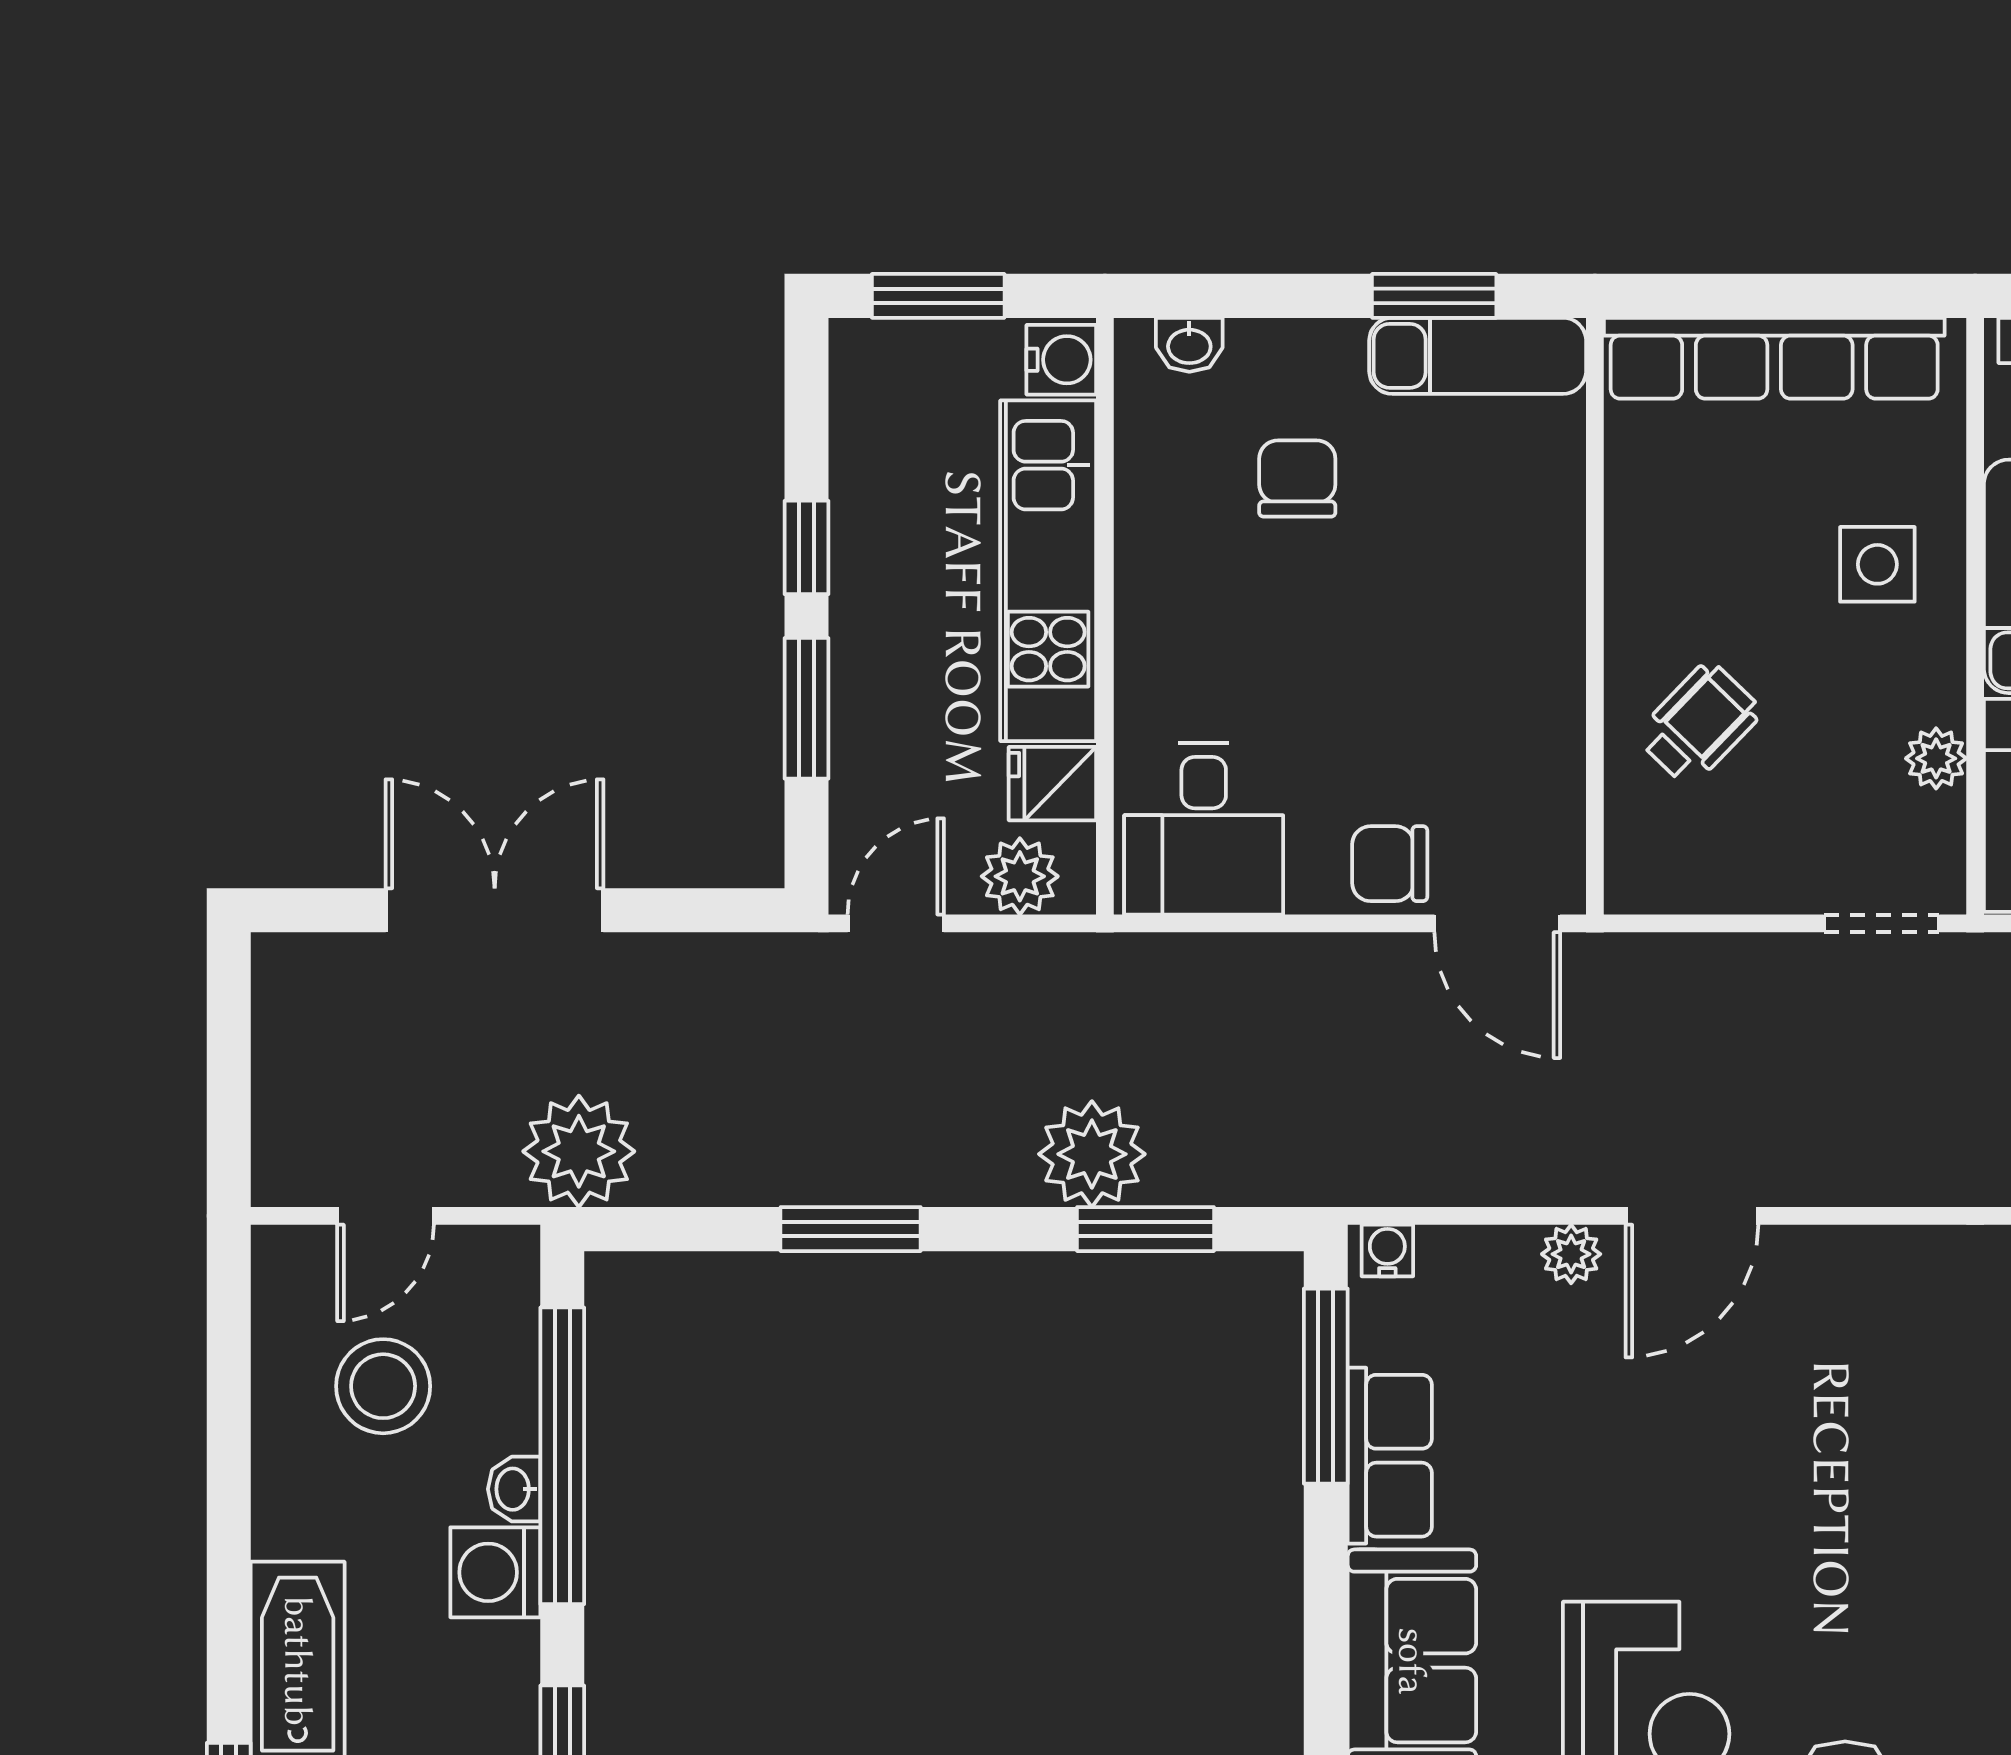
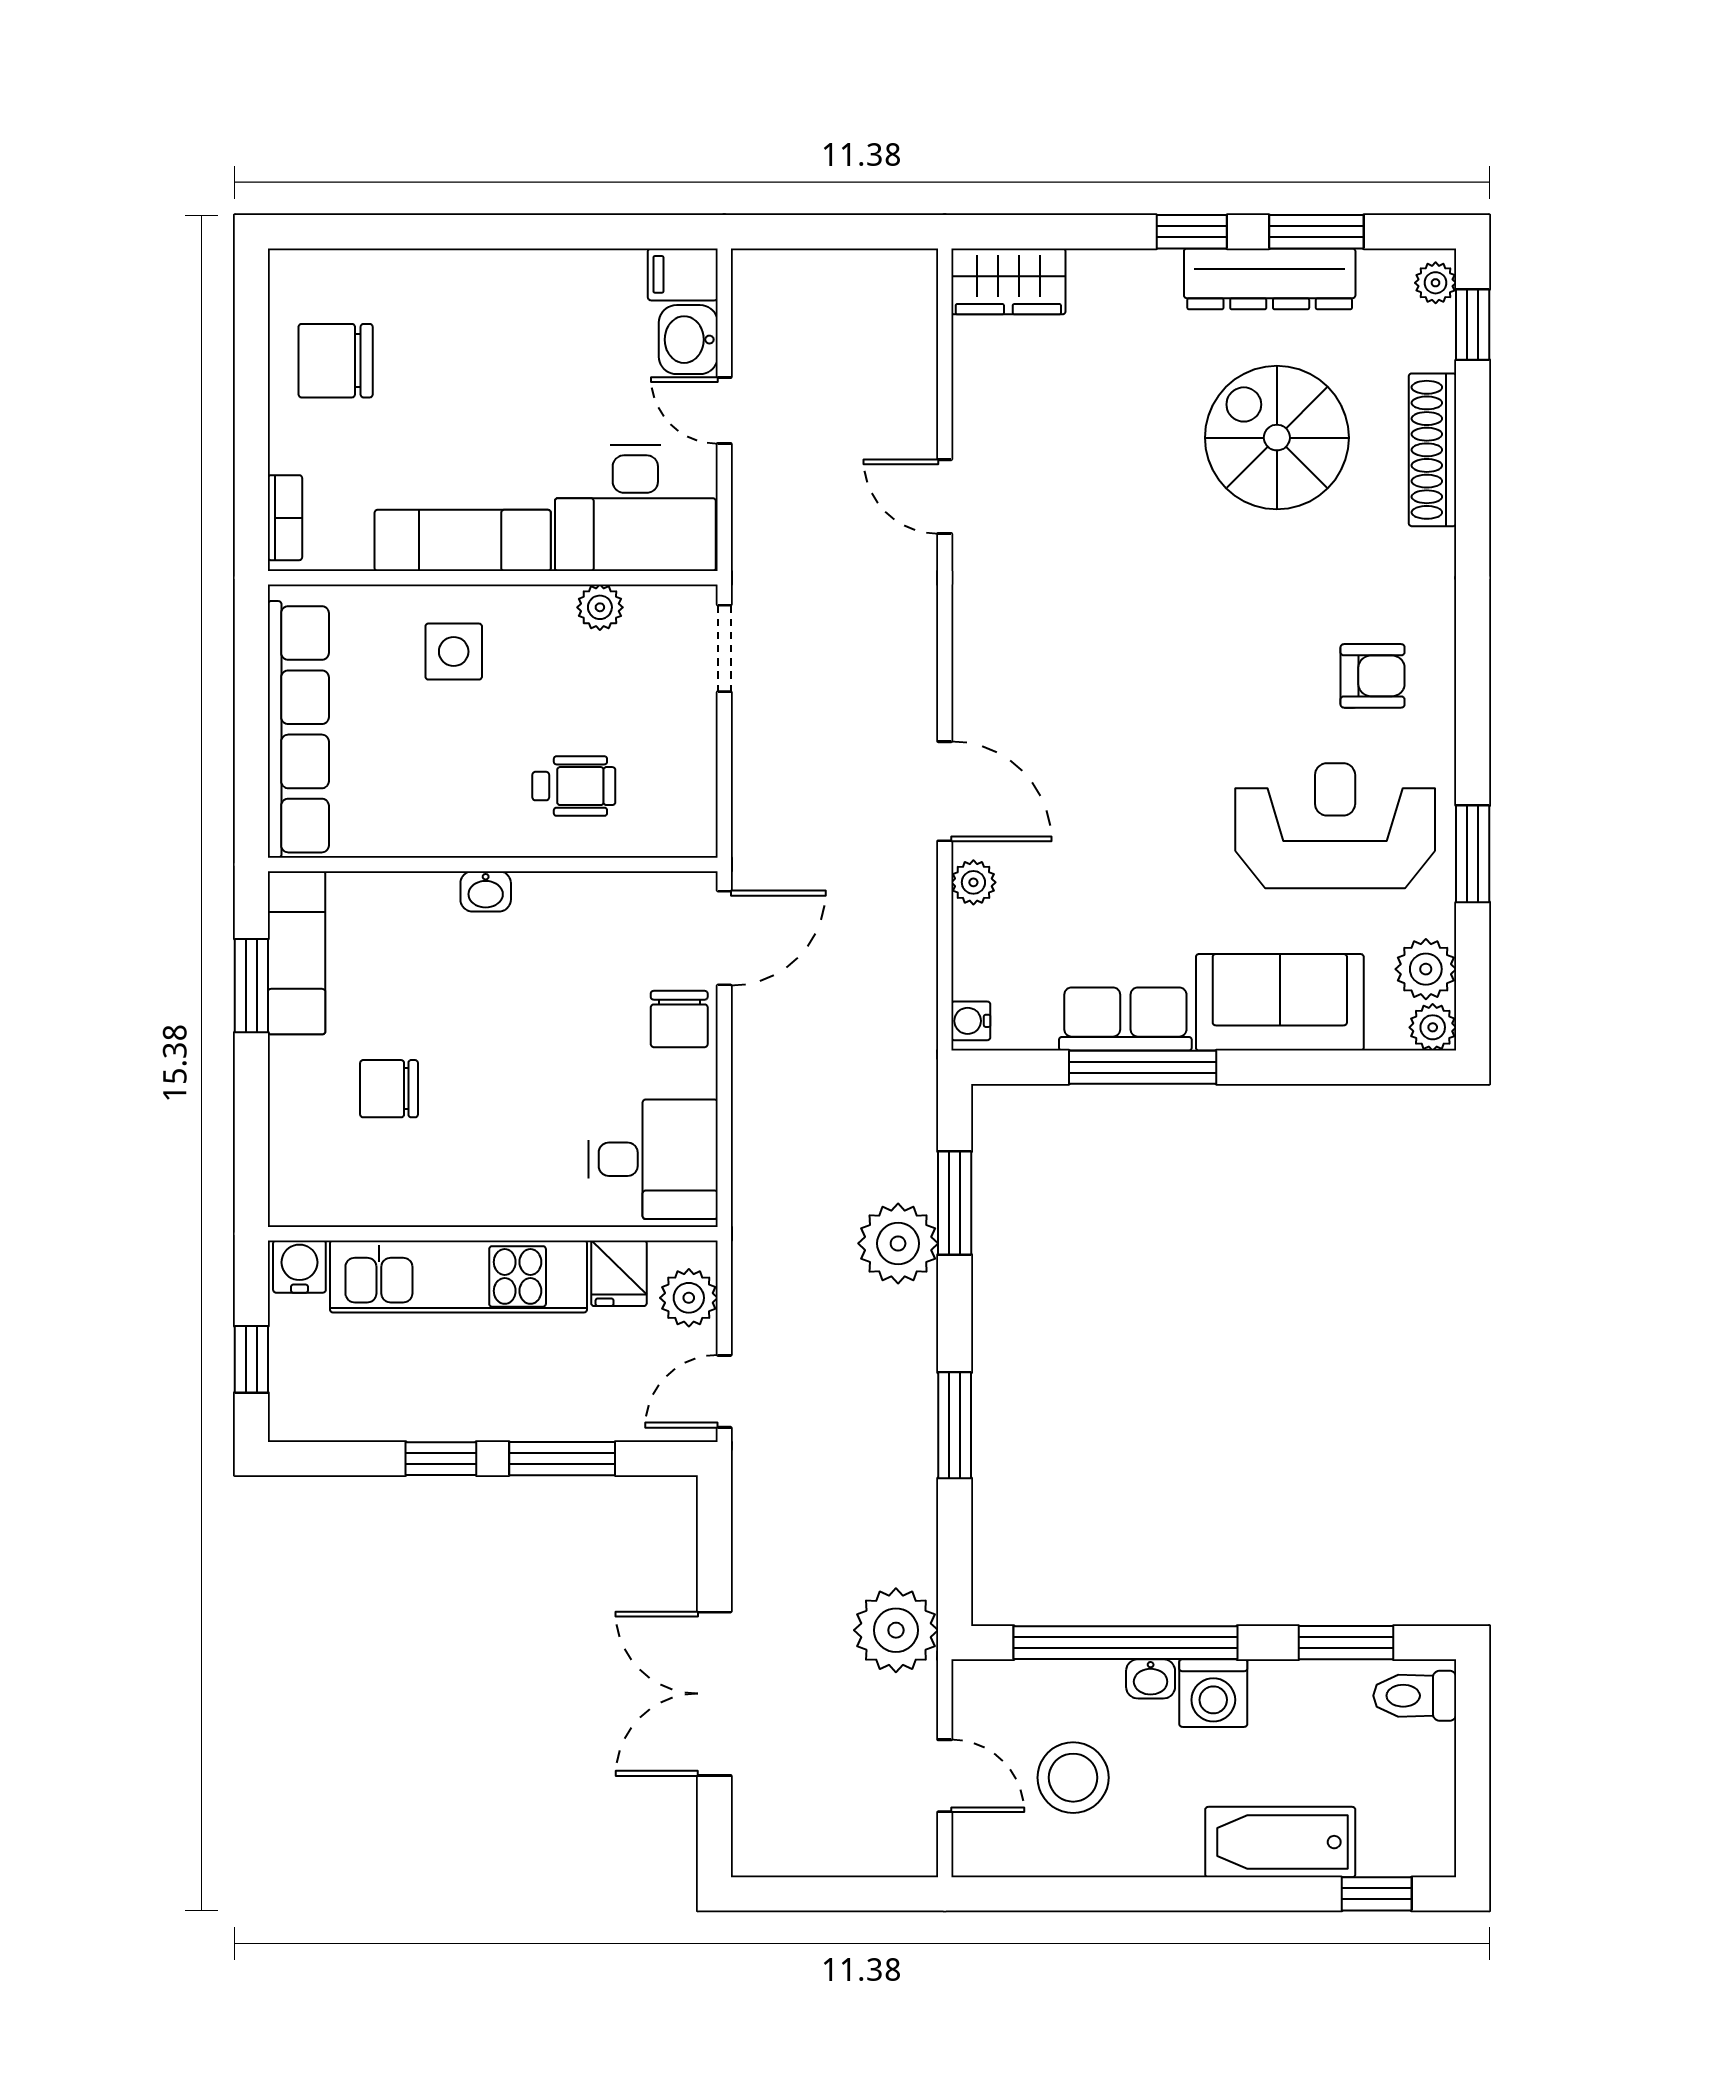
window: (938, 296) -> (251, 1359), width x0.67
washbasin: (1189, 345) -> (486, 891), moved, turned 90
wheelchair: (1699, 724) -> (574, 786), turned 136
door: (896, 923) -> (724, 1391), hinge flipped
window: (1326, 1386) -> (1143, 1067), moved

